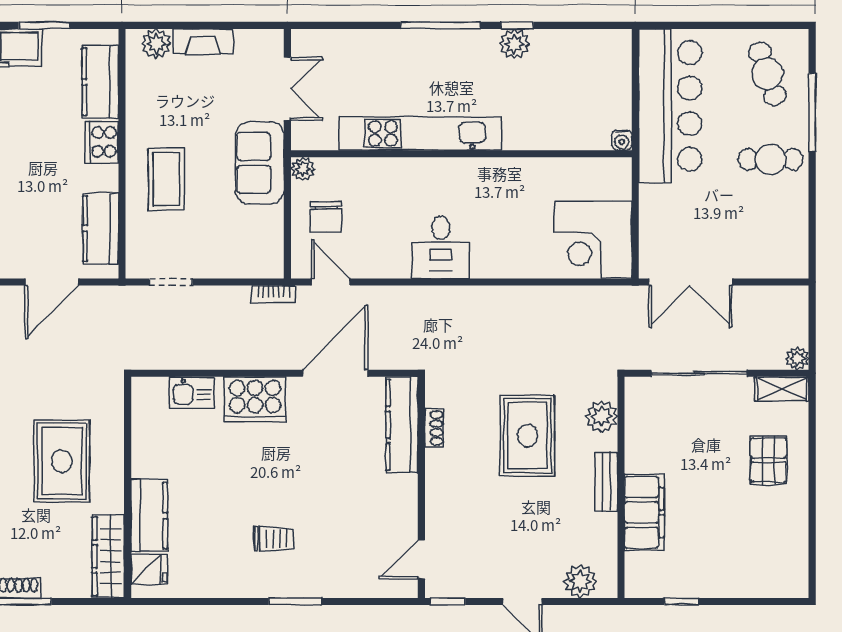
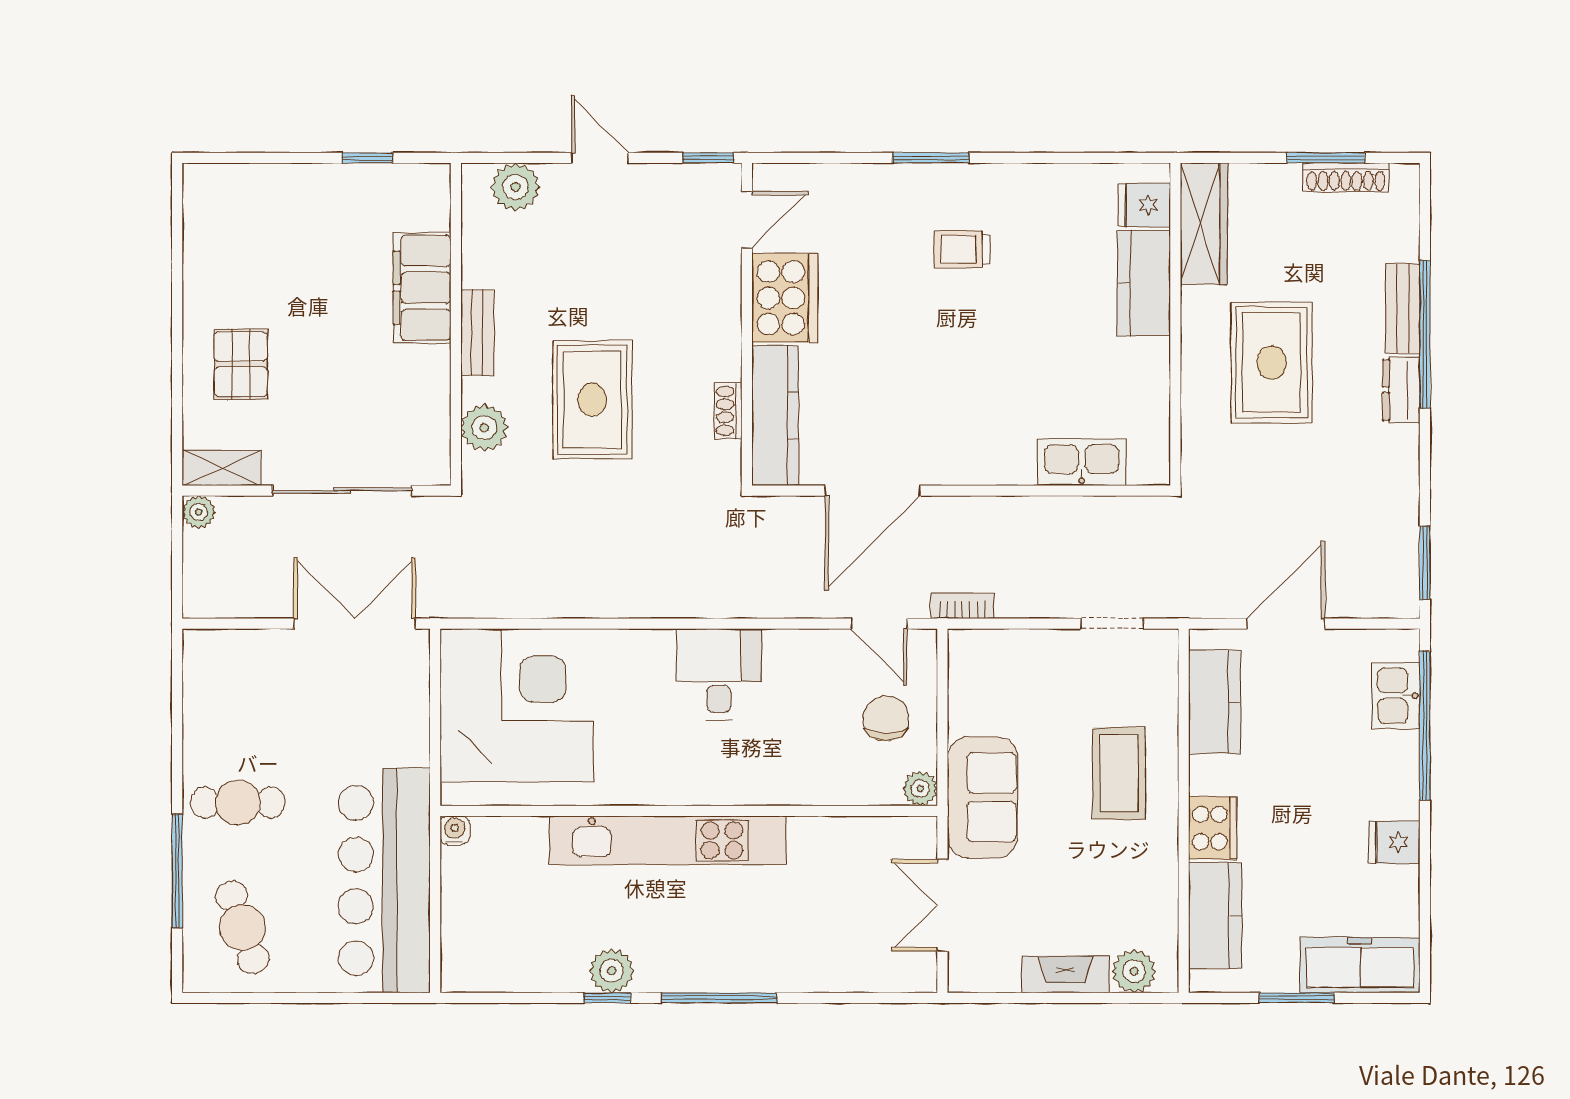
kitchen unit: (420, 133) -> (668, 840), moved
corner desk: (593, 240) -> (517, 705), width x1.36, depth x1.36
kitchen sink: (192, 393) -> (1082, 462), width x1.38
cooker: (255, 399) -> (785, 298), moved, turned 90

